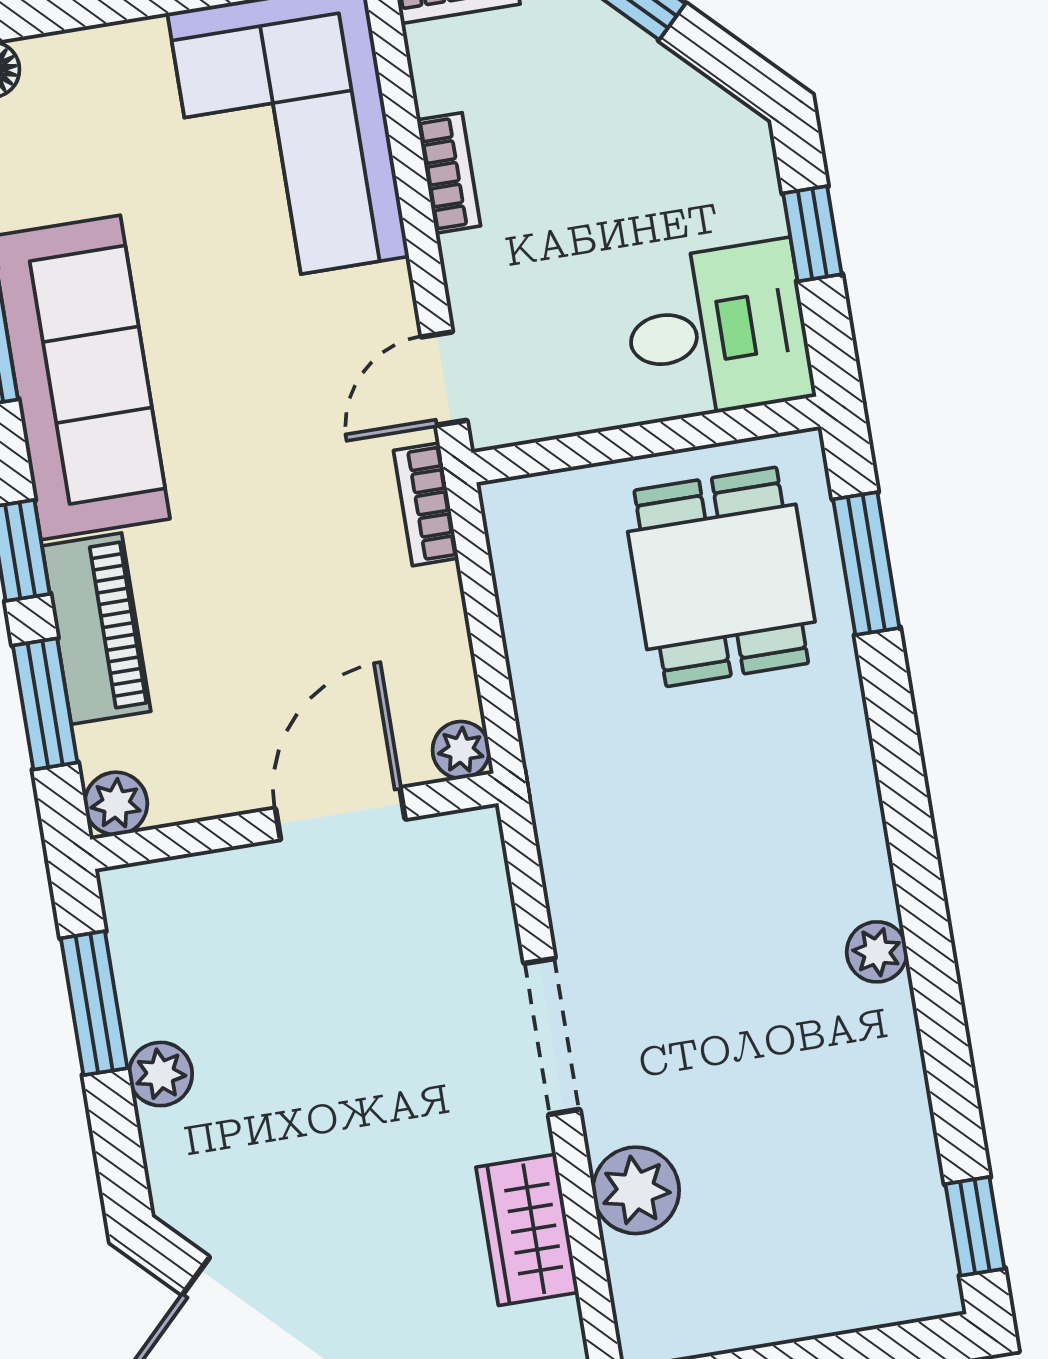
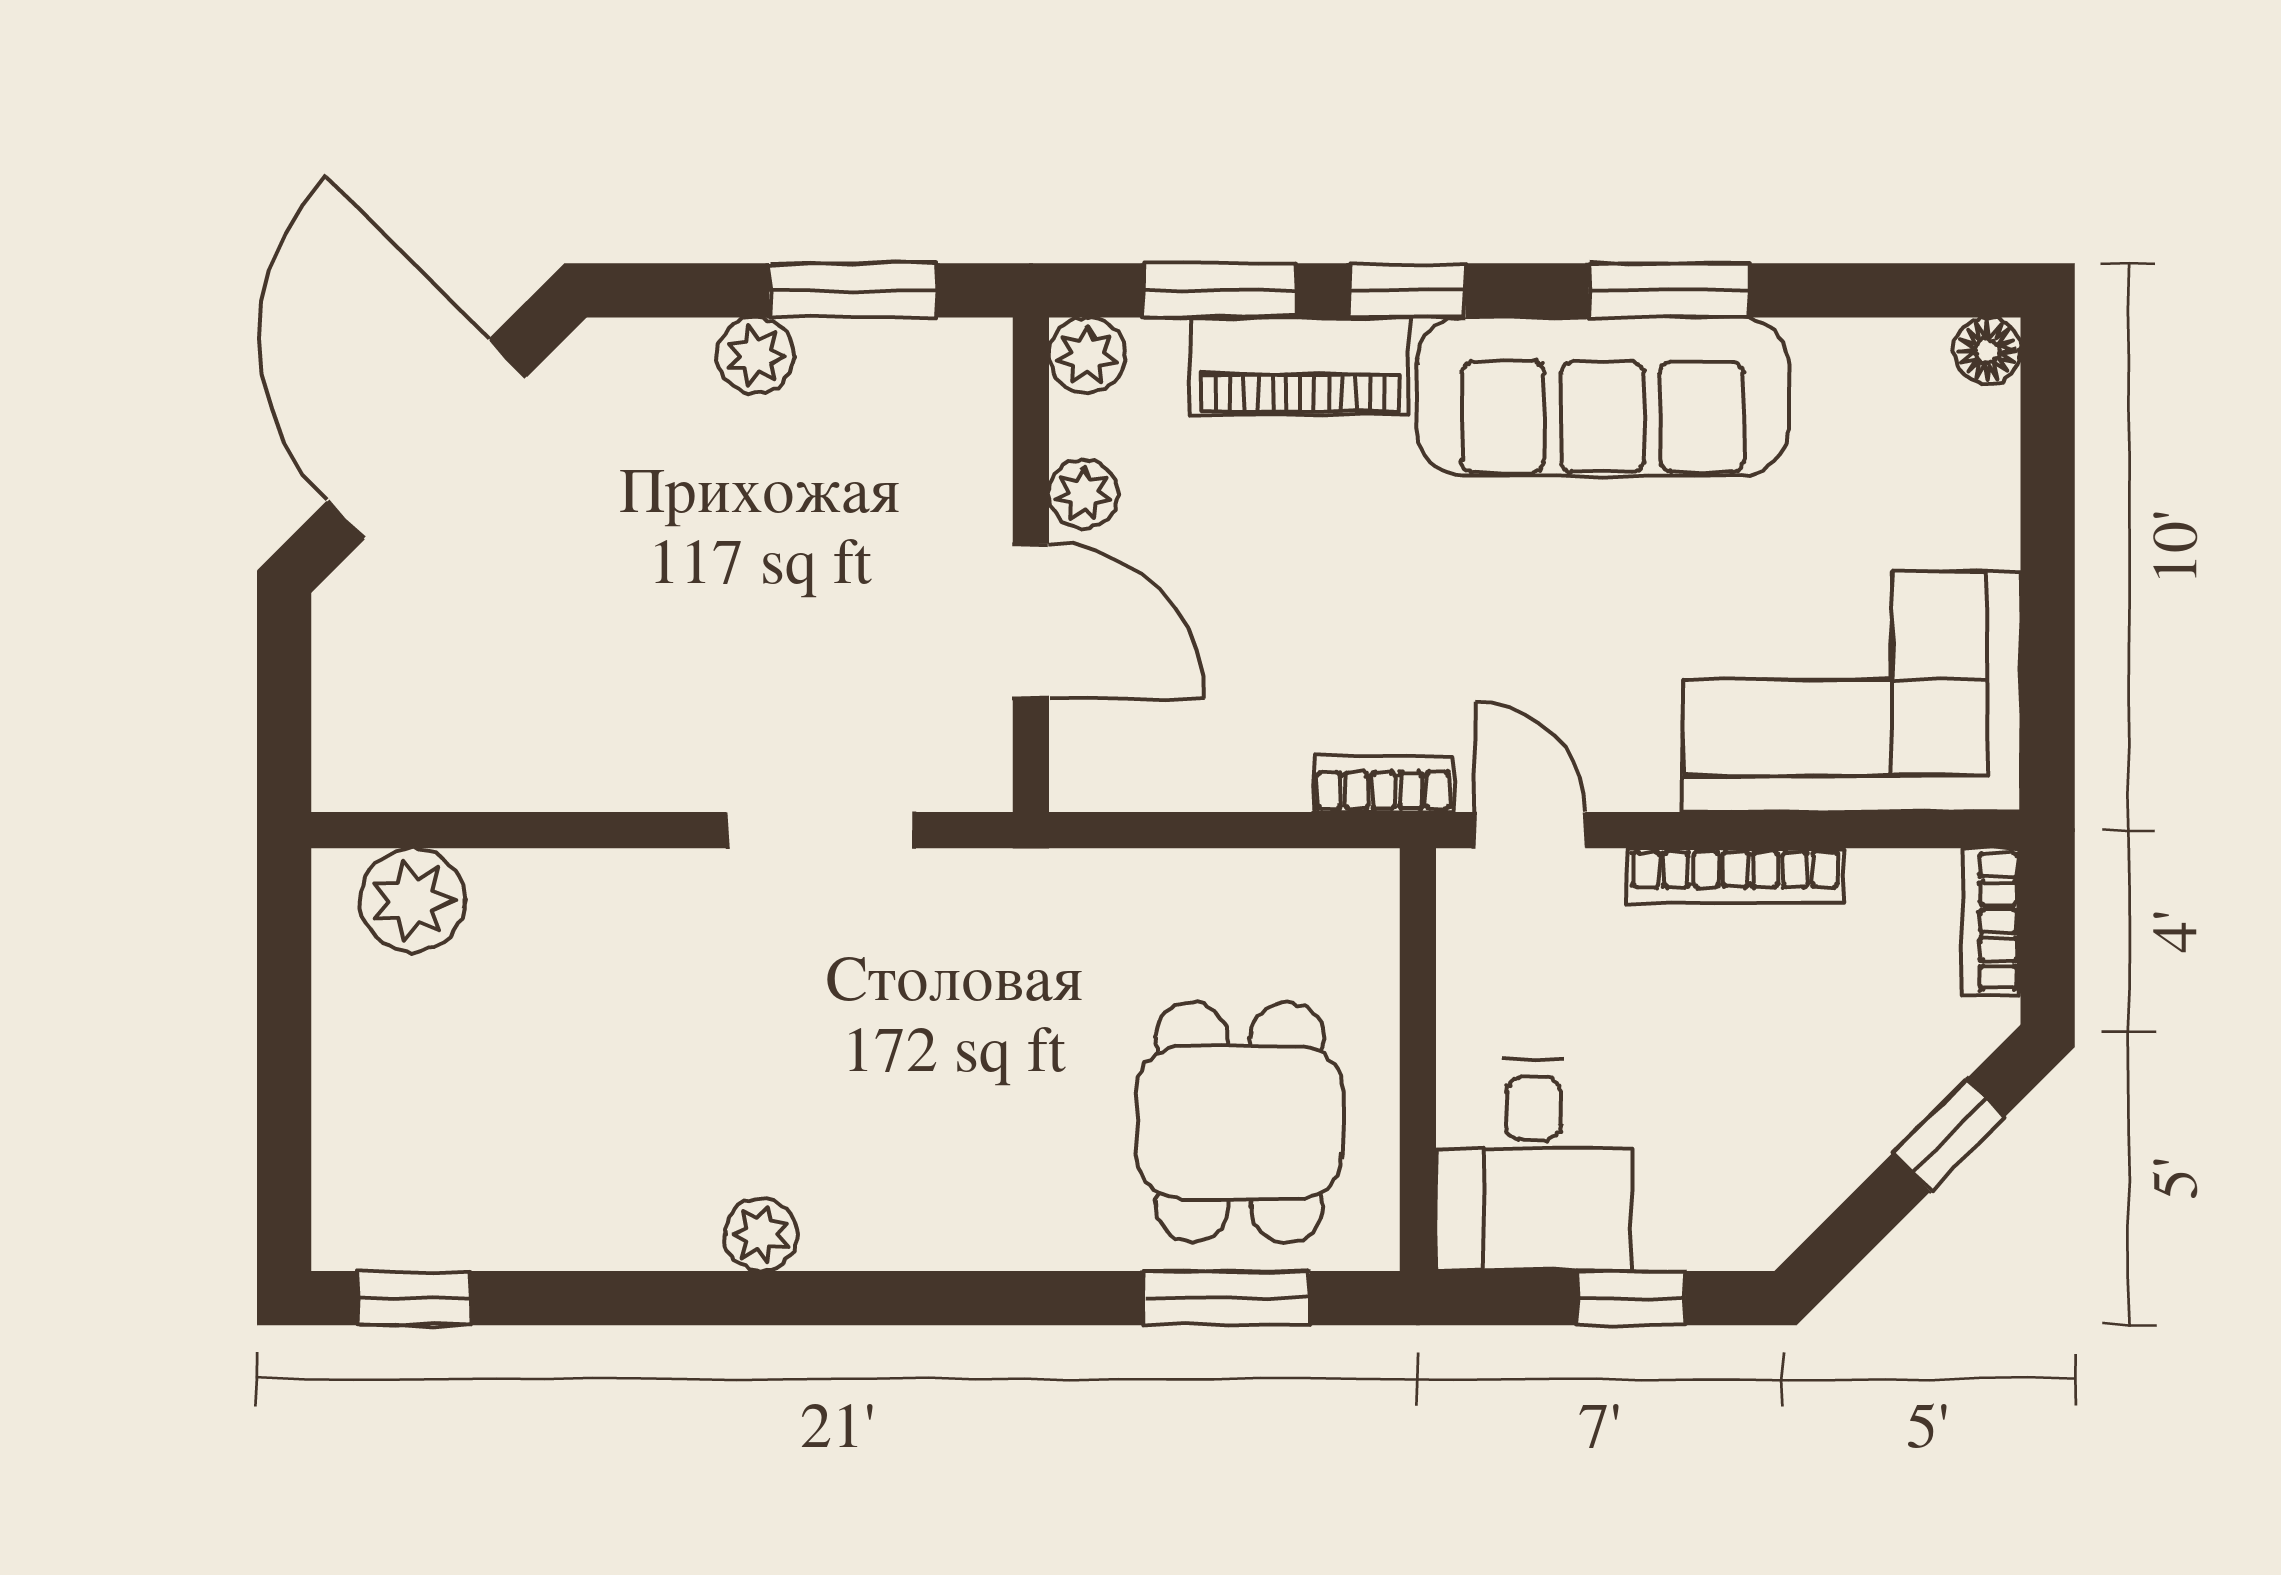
bookcase: (449, 173) -> (1736, 876), width x1.56
dining table: (721, 577) -> (1239, 1122), turned 90
plant: (461, 750) -> (1083, 494), moved
doorway: (552, 1036) -> (820, 830), moved
plant: (636, 1190) -> (412, 900), moved
wardrobe: (527, 1230) -> (498, 763), removed

